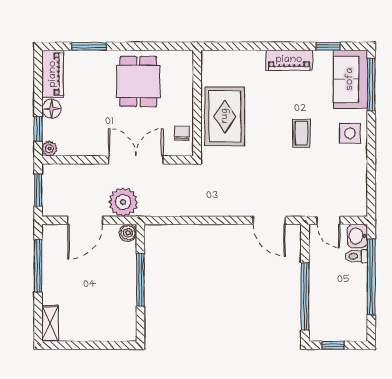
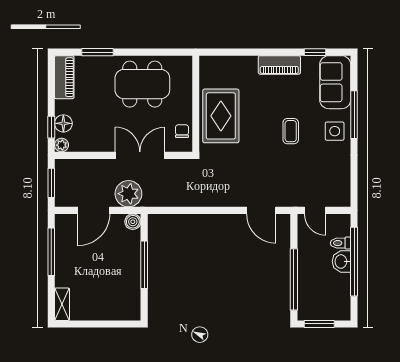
dining table: (138, 81) -> (142, 84), width x1.38
window: (371, 85) -> (354, 115), moved
floor lamp: (52, 109) -> (63, 123), moved
washbasin: (357, 236) -> (341, 261), moved
window: (333, 345) -> (319, 324), width x1.50

